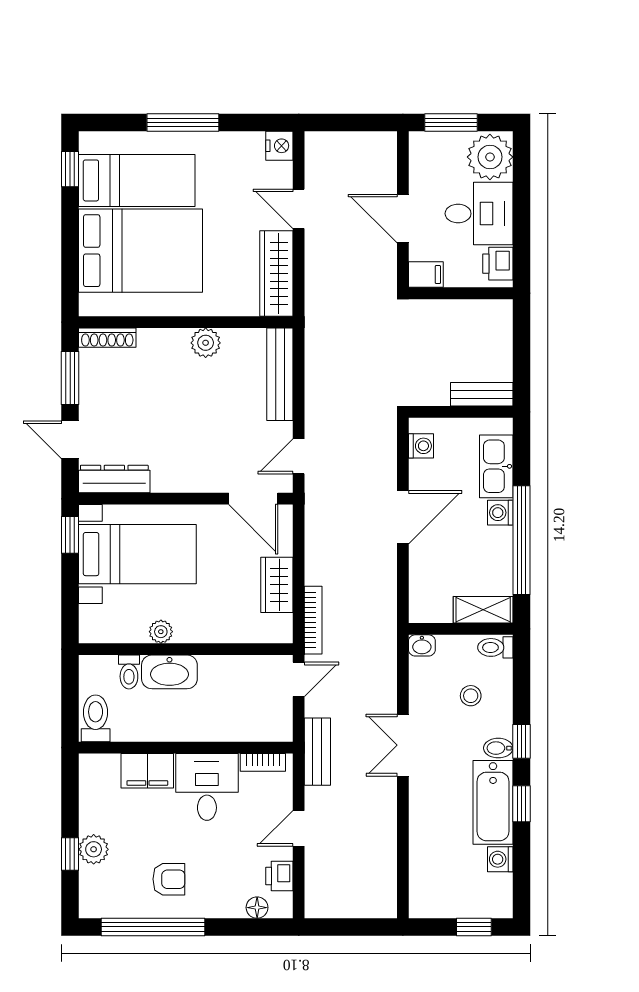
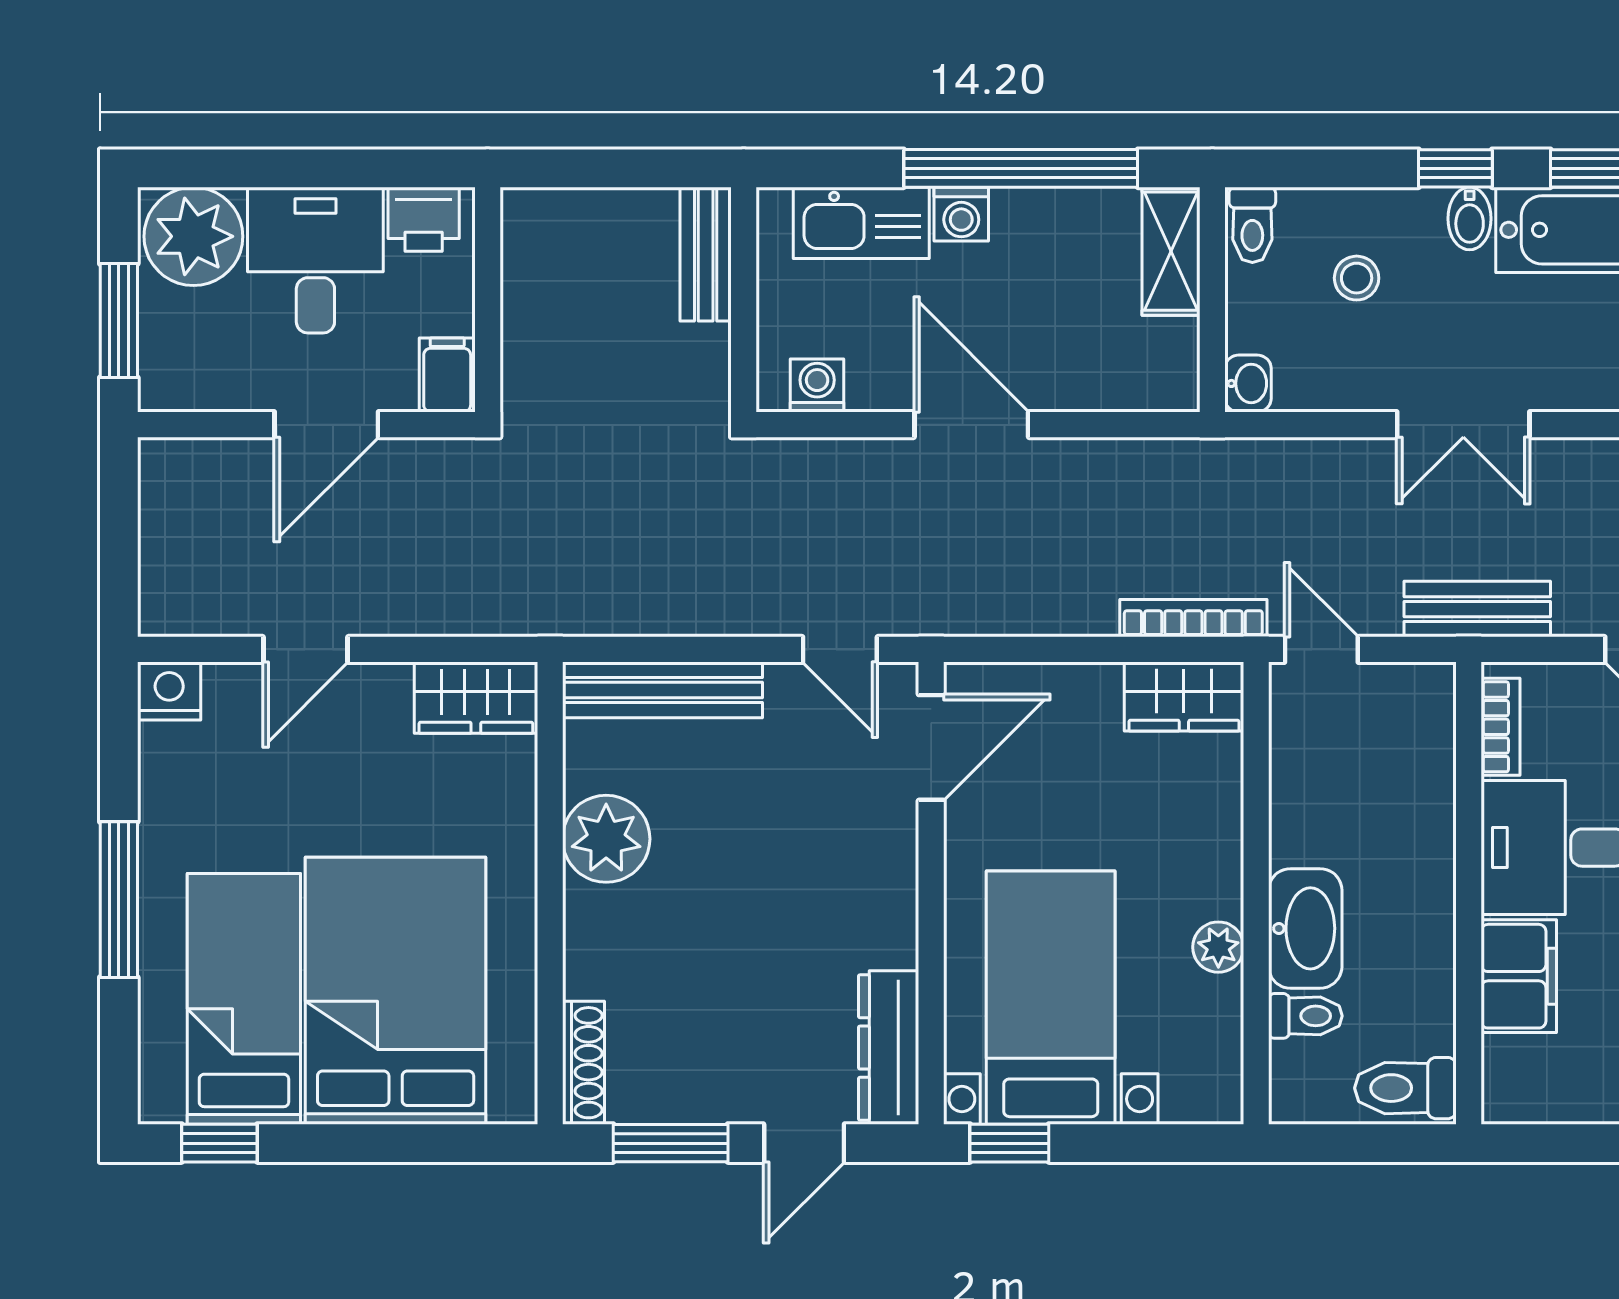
wardrobe: (276, 274) -> (476, 698), width x0.67
plant: (206, 343) -> (606, 839), width x1.36, depth x1.36
wardrobe: (277, 585) -> (1184, 697), moved

